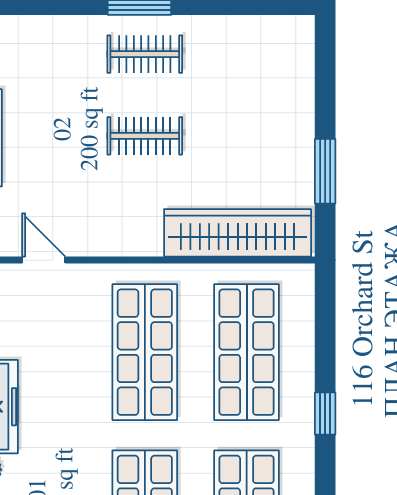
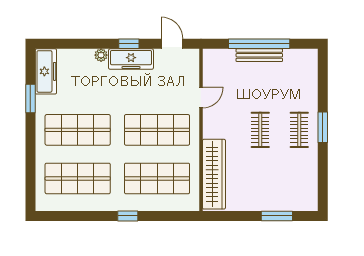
window: (325, 171) -> (277, 216), moved
door: (44, 260) -> (201, 98), moved

